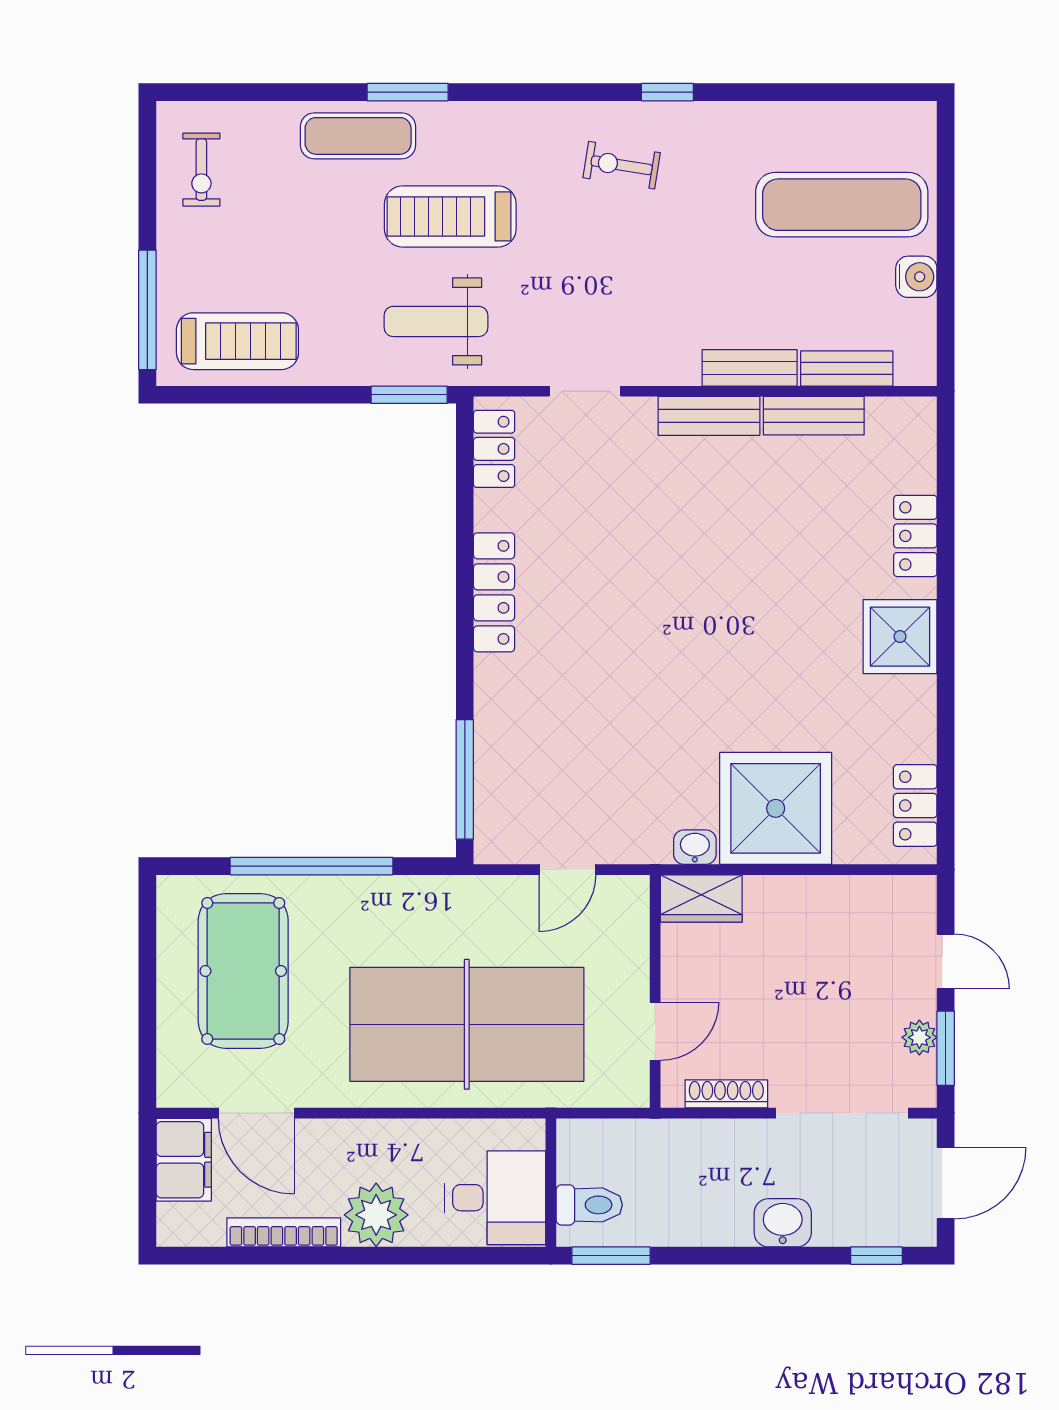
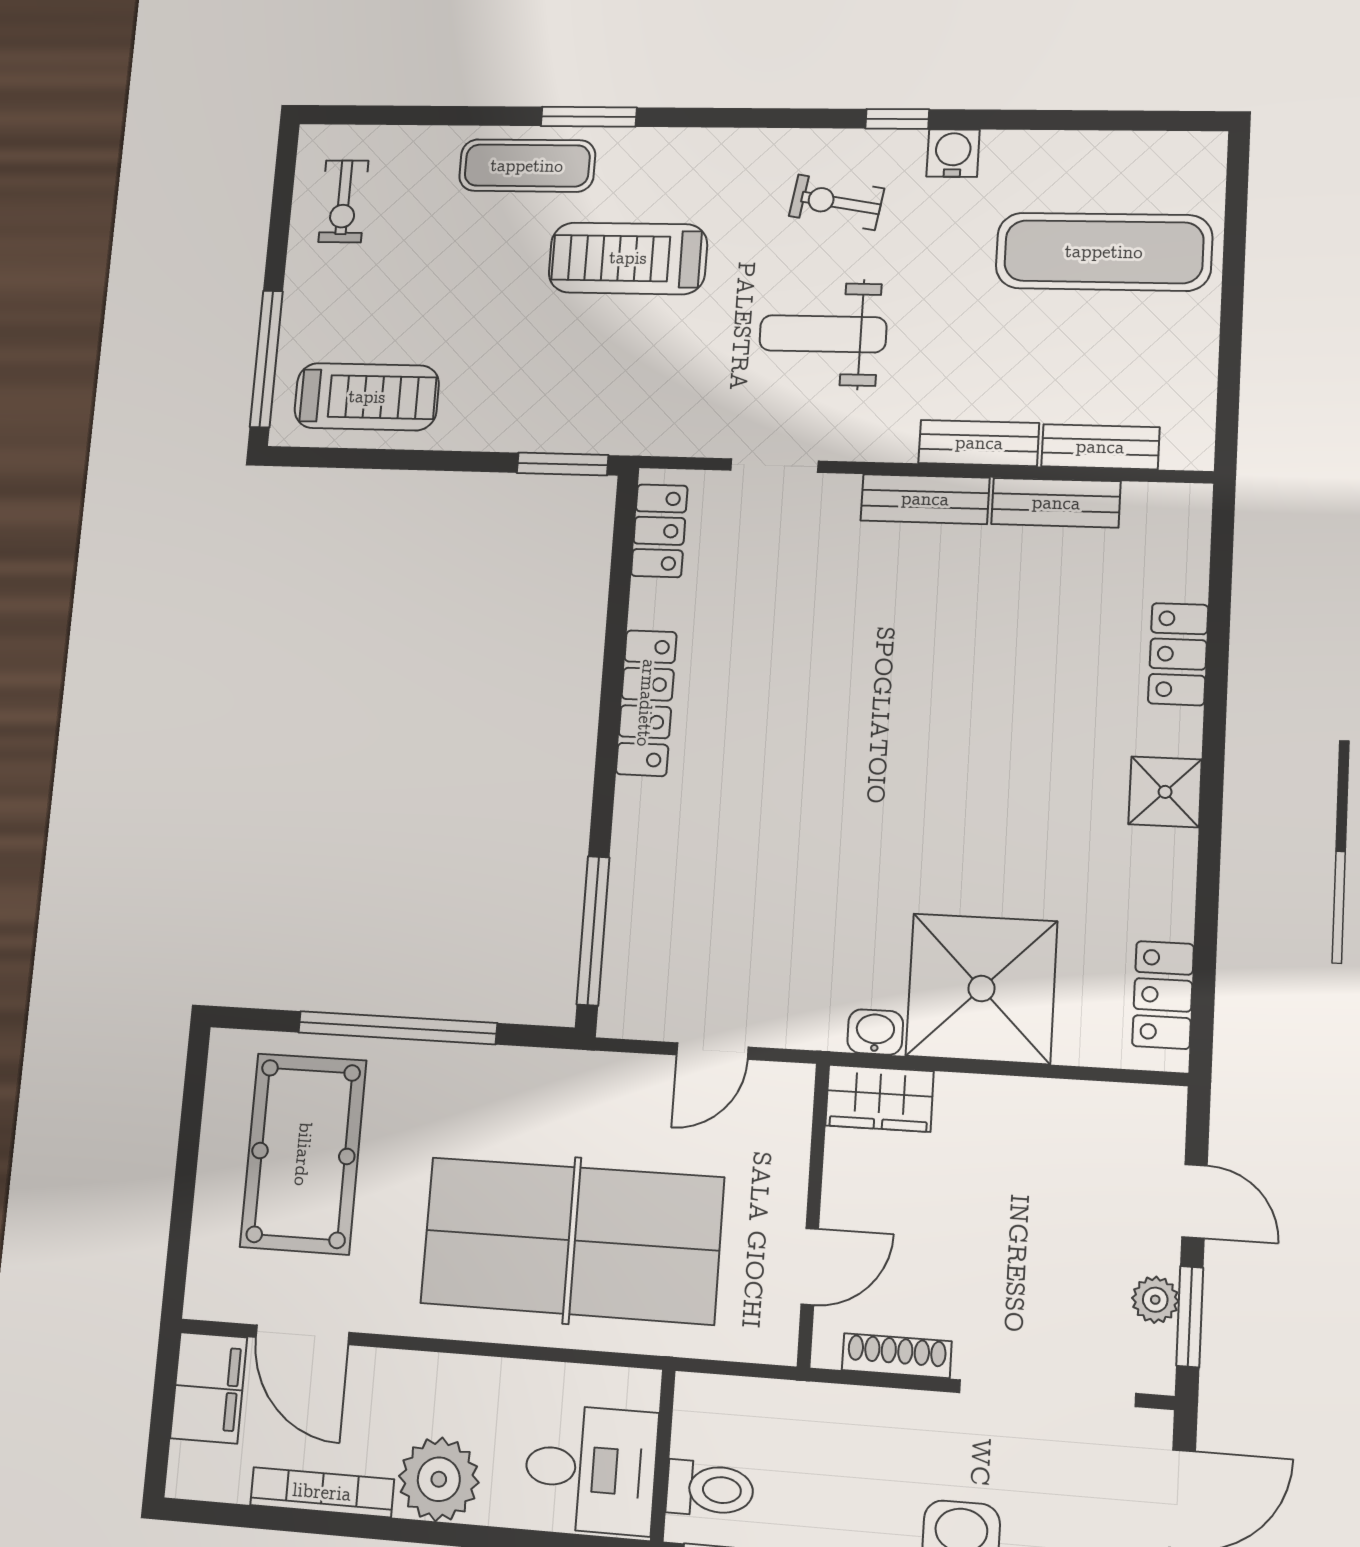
water cooler: (916, 277) -> (953, 153), moved, turned -90
weight bench: (436, 321) -> (823, 334), moved
shower: (900, 637) -> (1165, 792), width x0.73, depth x0.73

